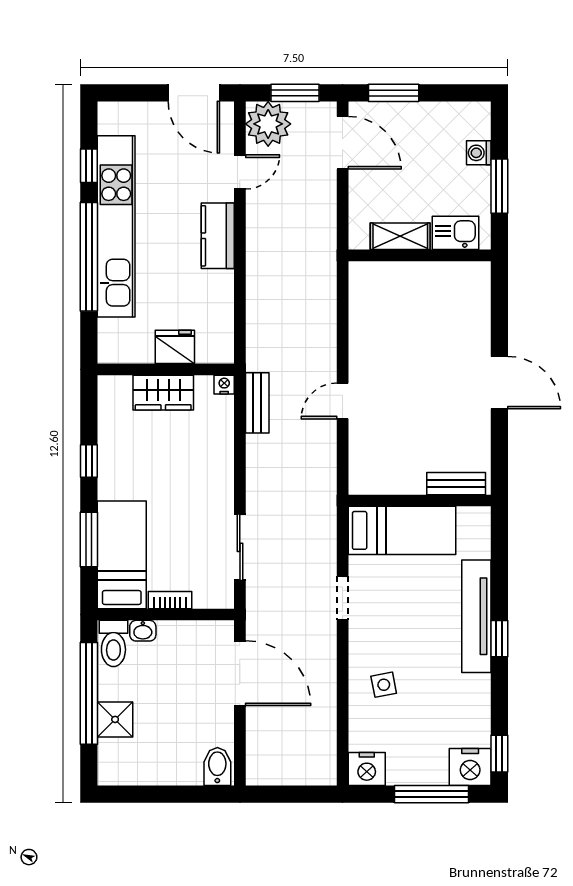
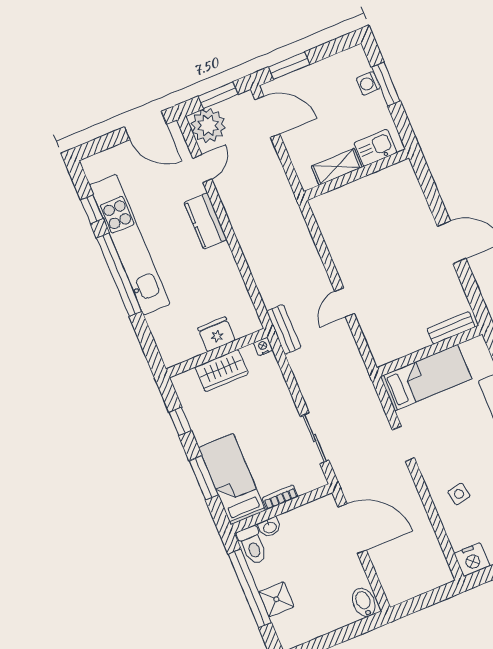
window: (499, 186) -> (386, 84), moved
fridge: (175, 347) -> (216, 334), moved
wall: (166, 369) -> (217, 353), moved
nightstand: (224, 385) -> (263, 347), moved
wardrobe: (163, 393) -> (222, 371), moved

